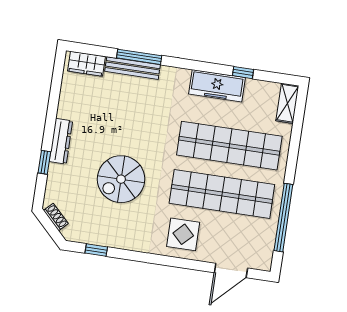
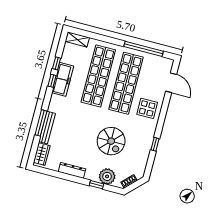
window: (213, 68) -> (52, 81), added
dresser: (61, 141) -> (72, 170), moved
plant: (60, 179) -> (107, 176), added
window: (96, 250) -> (155, 144), moved

